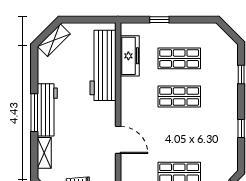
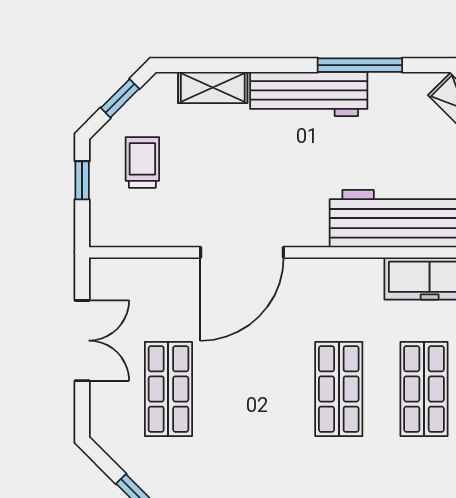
window: (34, 113) -> (360, 65), moved
door: (118, 140) -> (242, 252), width x1.36

